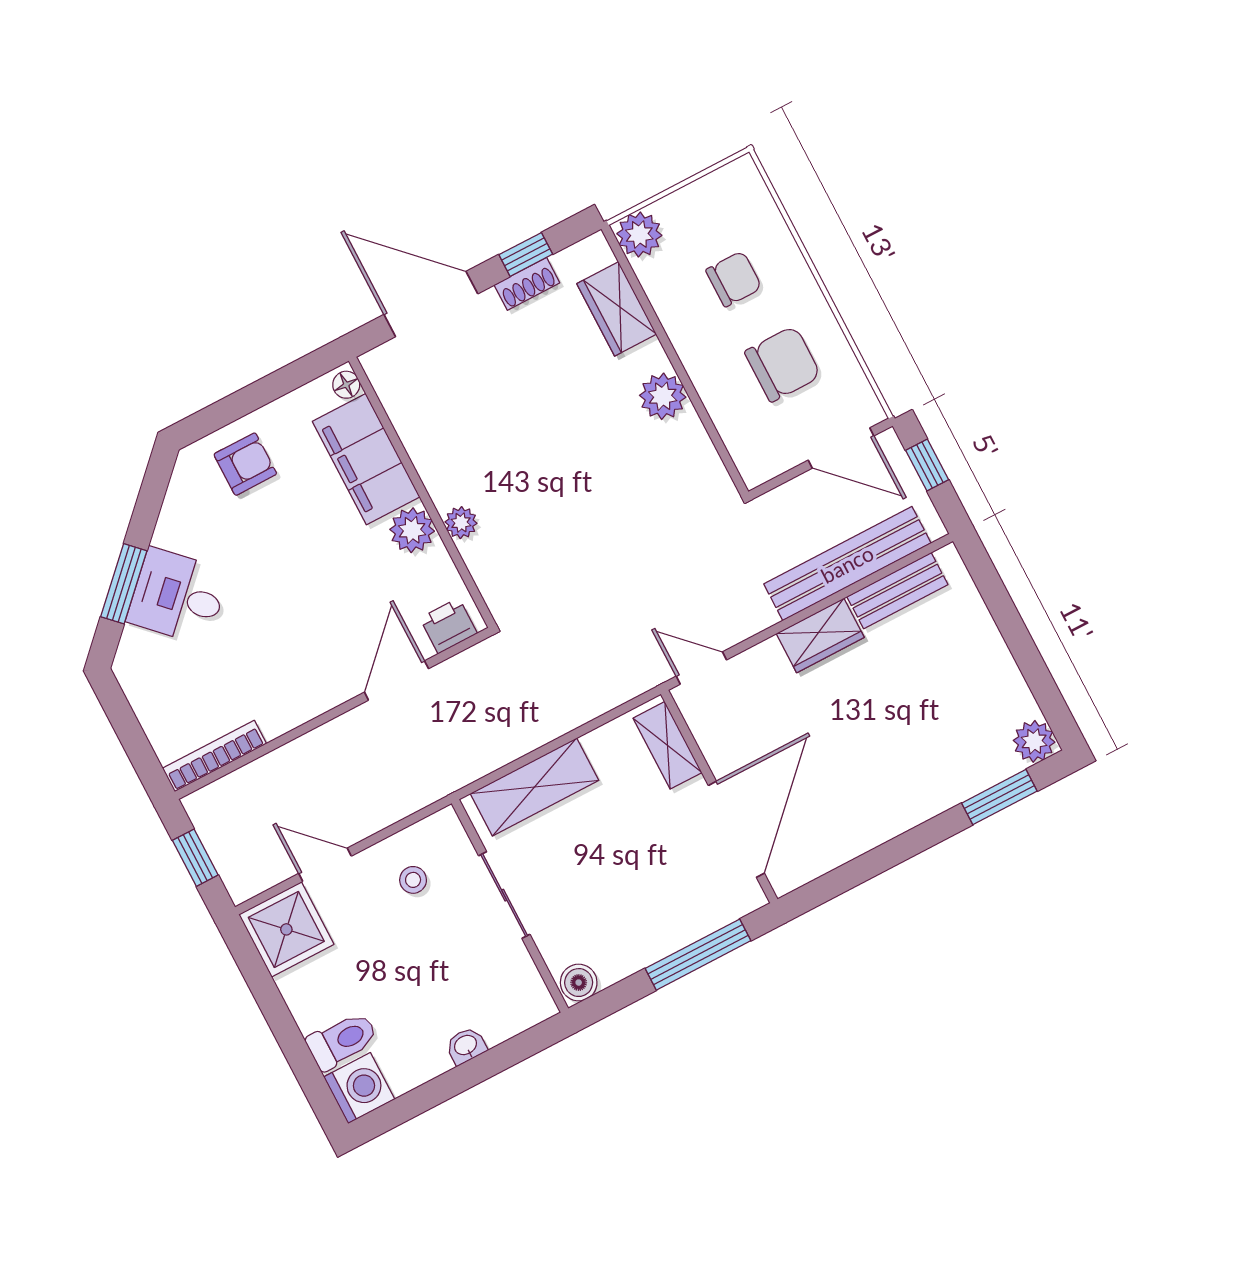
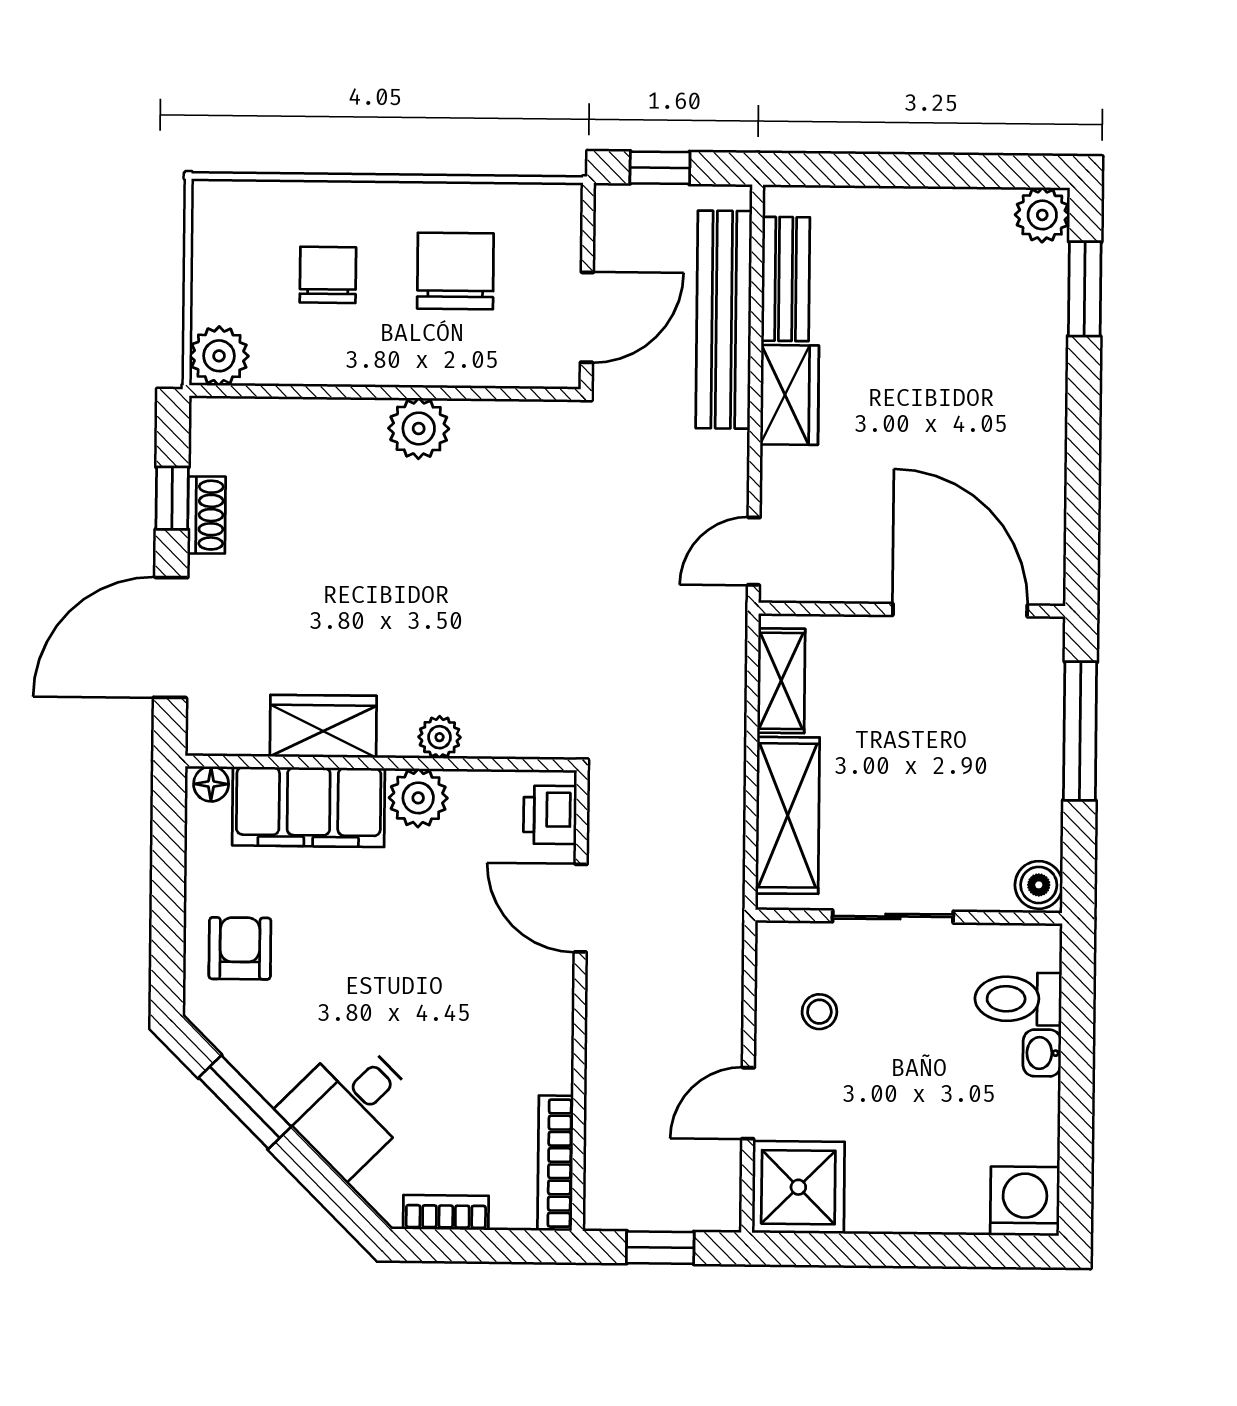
wardrobe: (617, 309) -> (323, 726), moved, turned 180
door: (841, 448) -> (587, 317), moved
window: (124, 584) -> (245, 1102), moved
bookcase: (141, 700) -> (446, 1212), added
shelving: (667, 745) -> (781, 681), moved, turned 90
toilet: (342, 1041) -> (1018, 999), moved, turned -90

